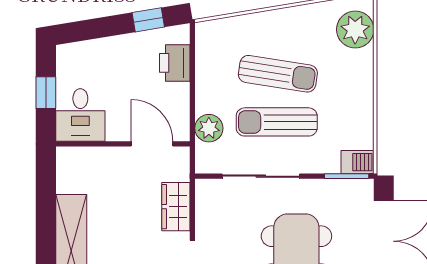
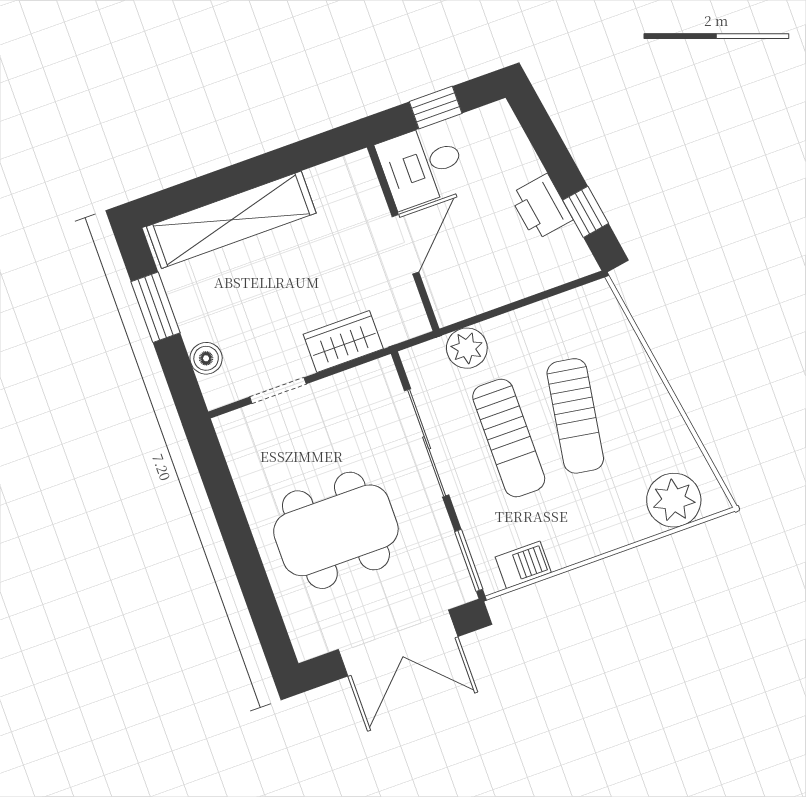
printer: (175, 63) -> (541, 207), moved, turned -99
sun lounger: (277, 122) -> (509, 438), turned 180
door: (152, 144) -> (405, 244), moved
barbecue: (357, 162) -> (523, 565), moved, turned -90

